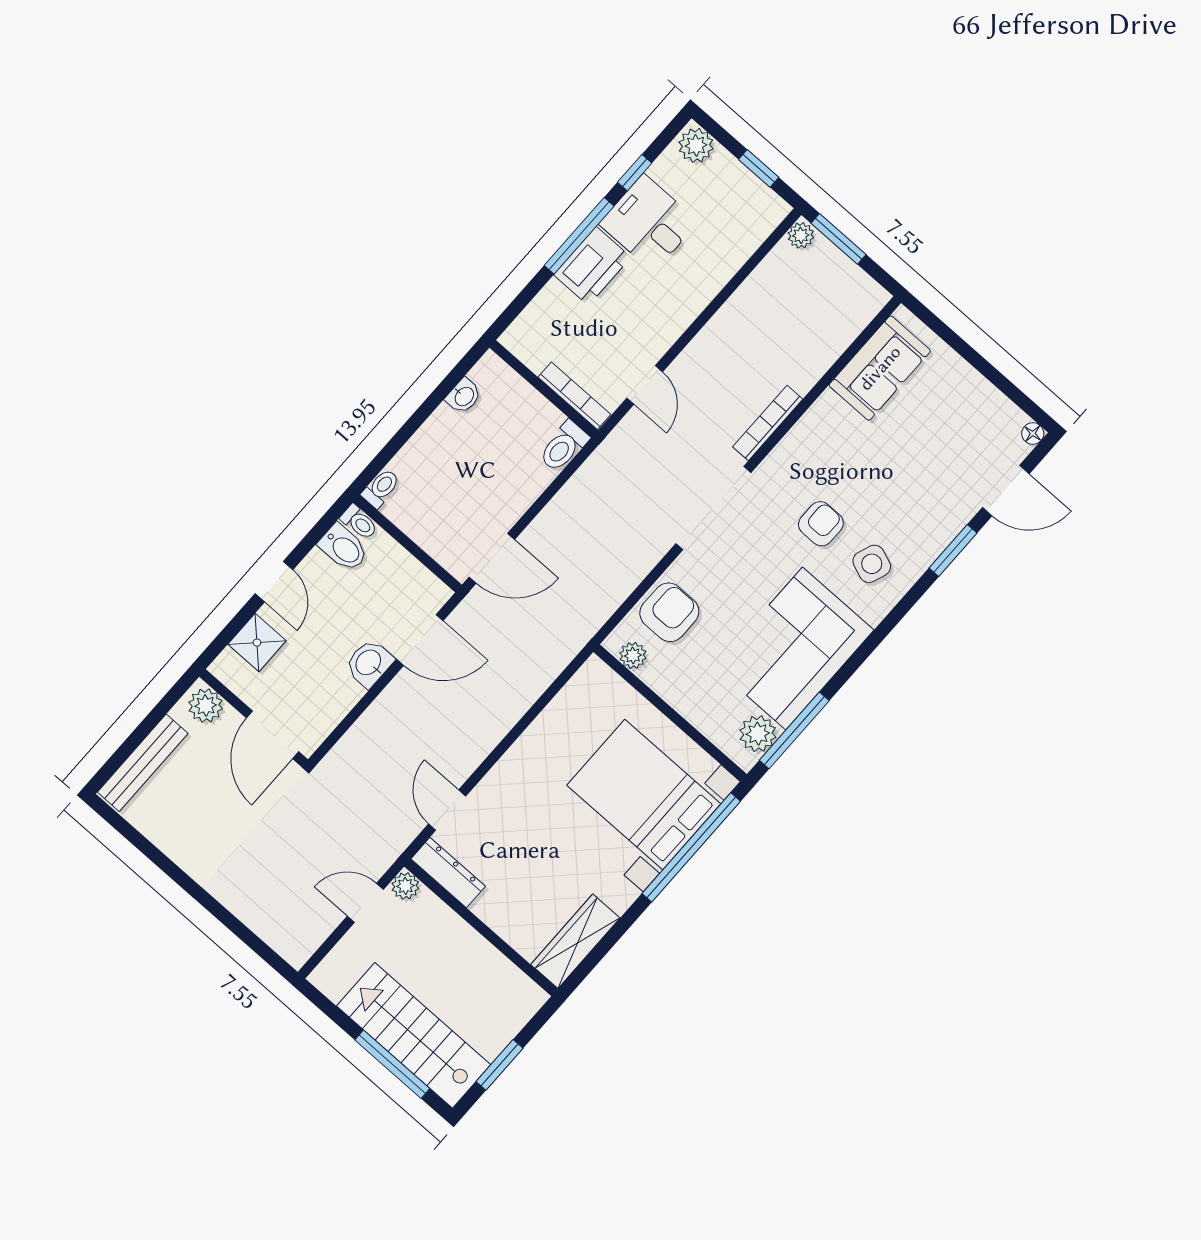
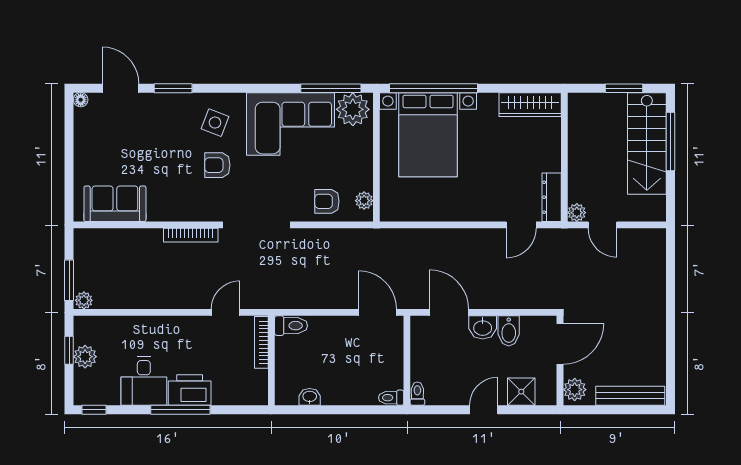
plant: (696, 145) -> (85, 357), moved
window: (635, 173) -> (94, 410), moved
bidet: (344, 548) -> (509, 331), moved, turned 180
armchair: (669, 612) -> (327, 201), width x0.72, depth x0.72
plant: (758, 734) -> (353, 109), width x1.36, depth x1.36

